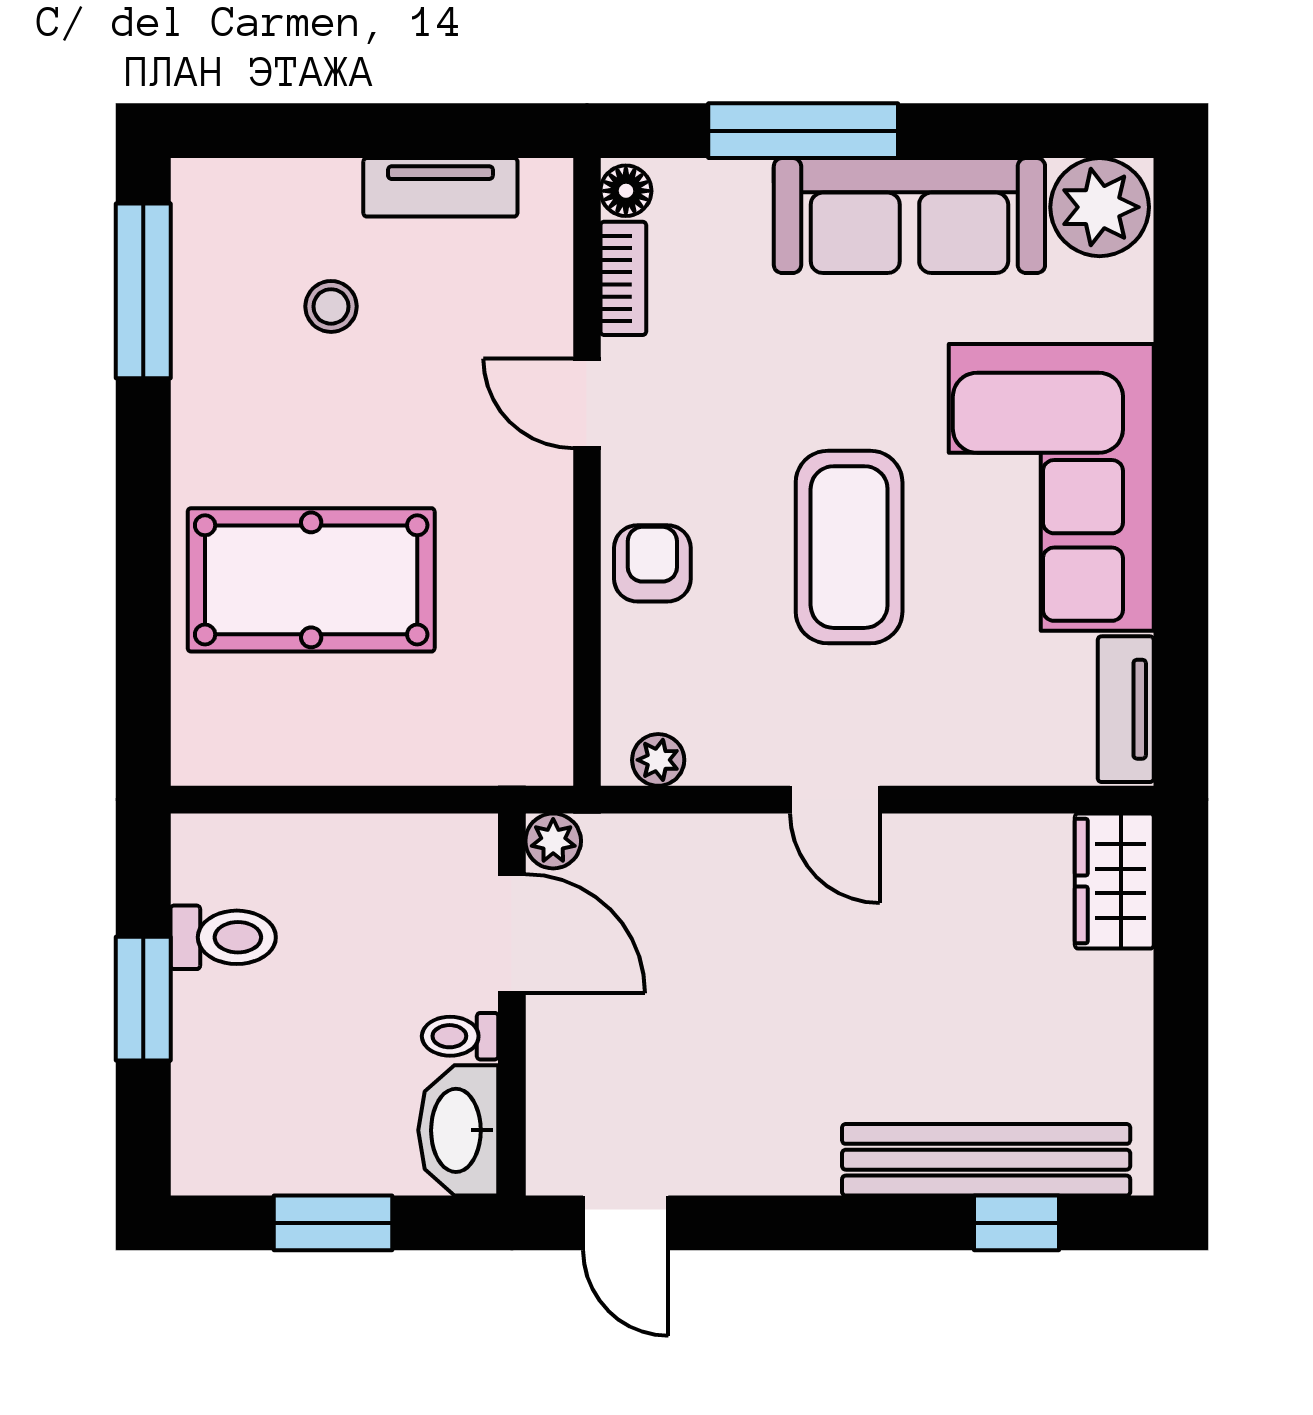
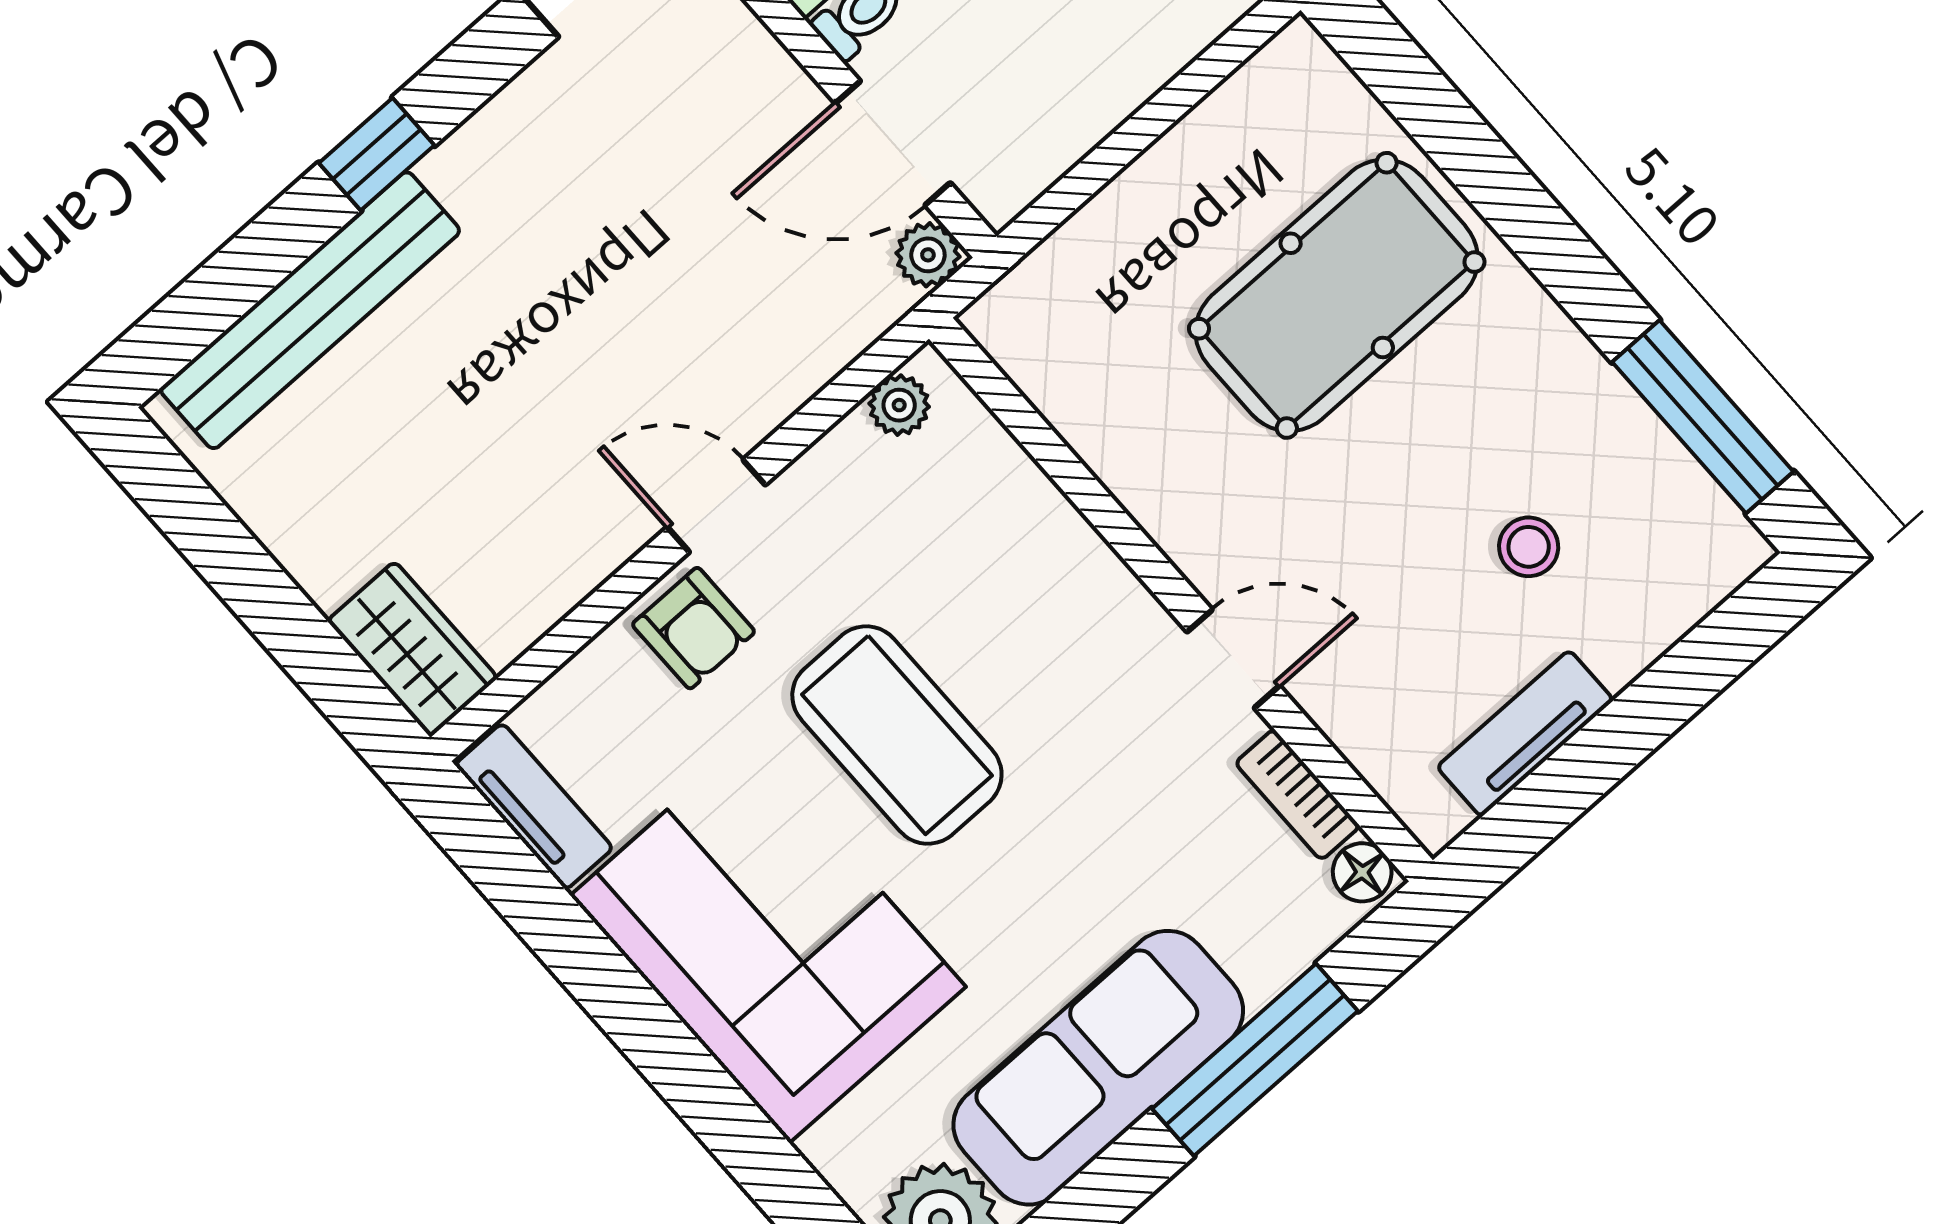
armchair: (652, 563) -> (694, 628), moved
window: (1017, 1223) -> (377, 154), moved

